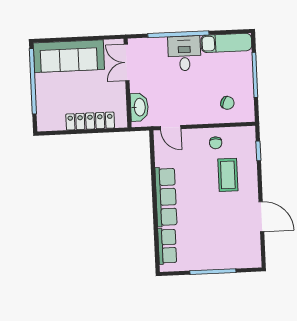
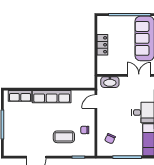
locker: (90, 121) -> (102, 45), width x0.66

